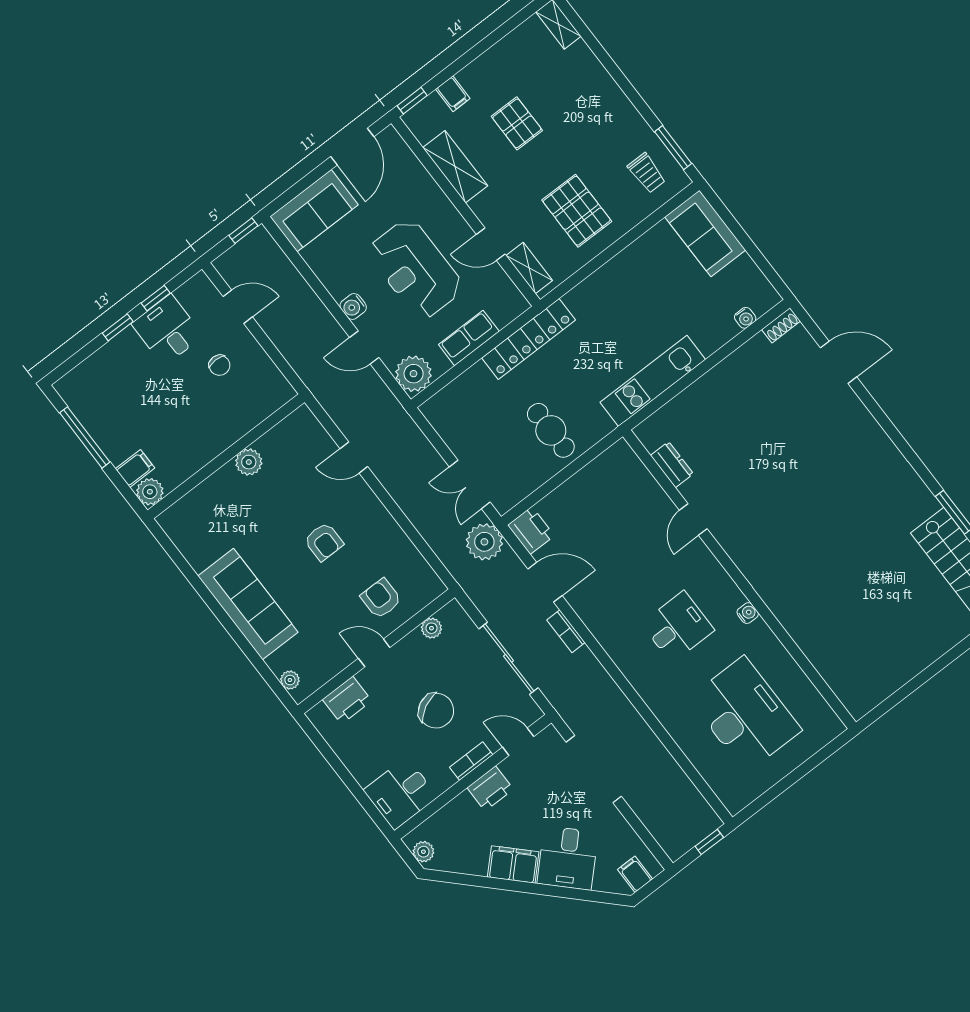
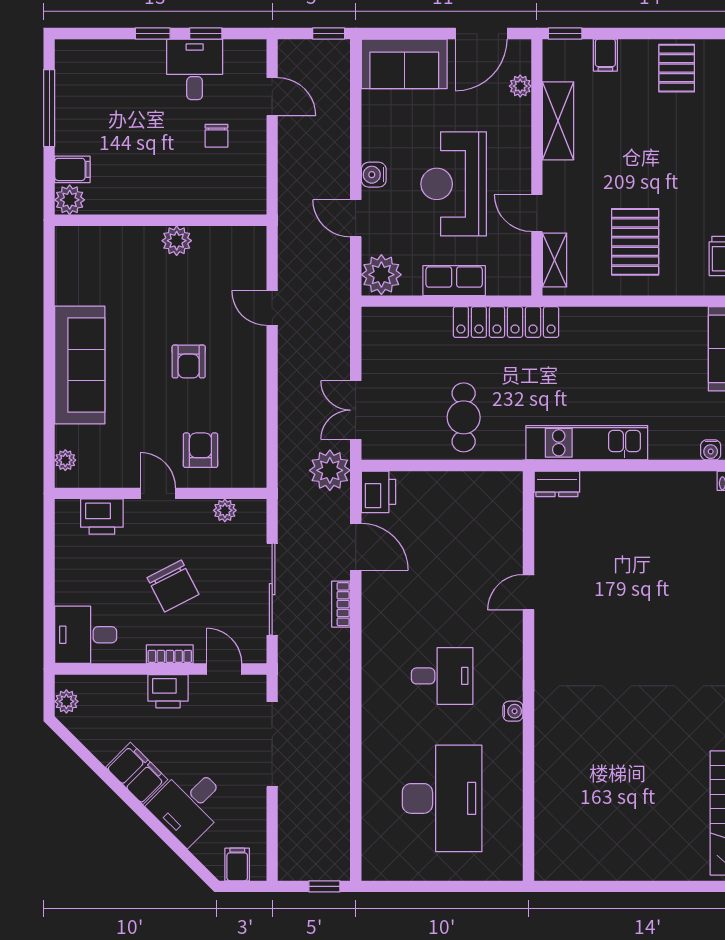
pallet: (517, 123) -> (677, 68), moved
plant: (409, 163) -> (520, 86), added
dresser: (672, 465) -> (557, 484), moved, turned 90

